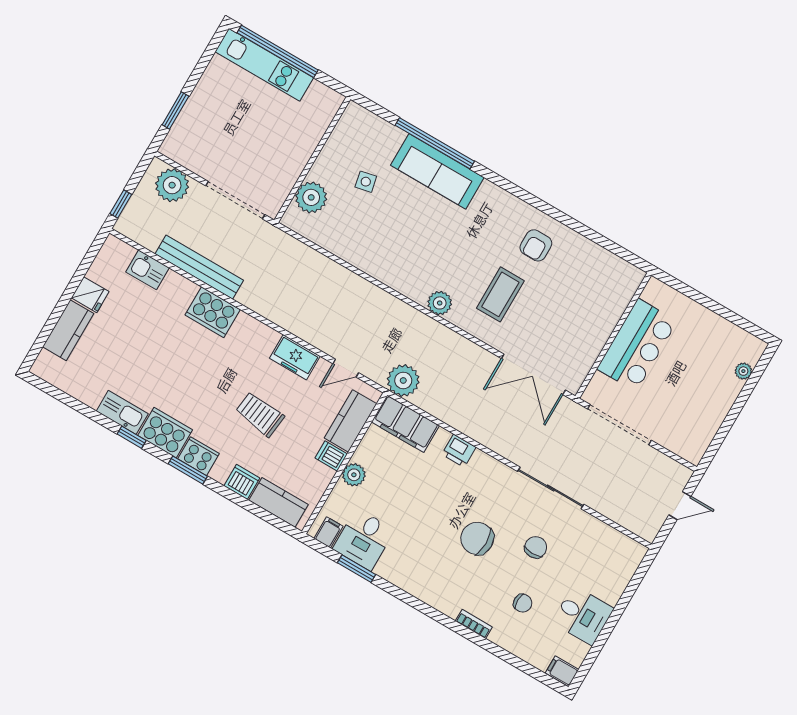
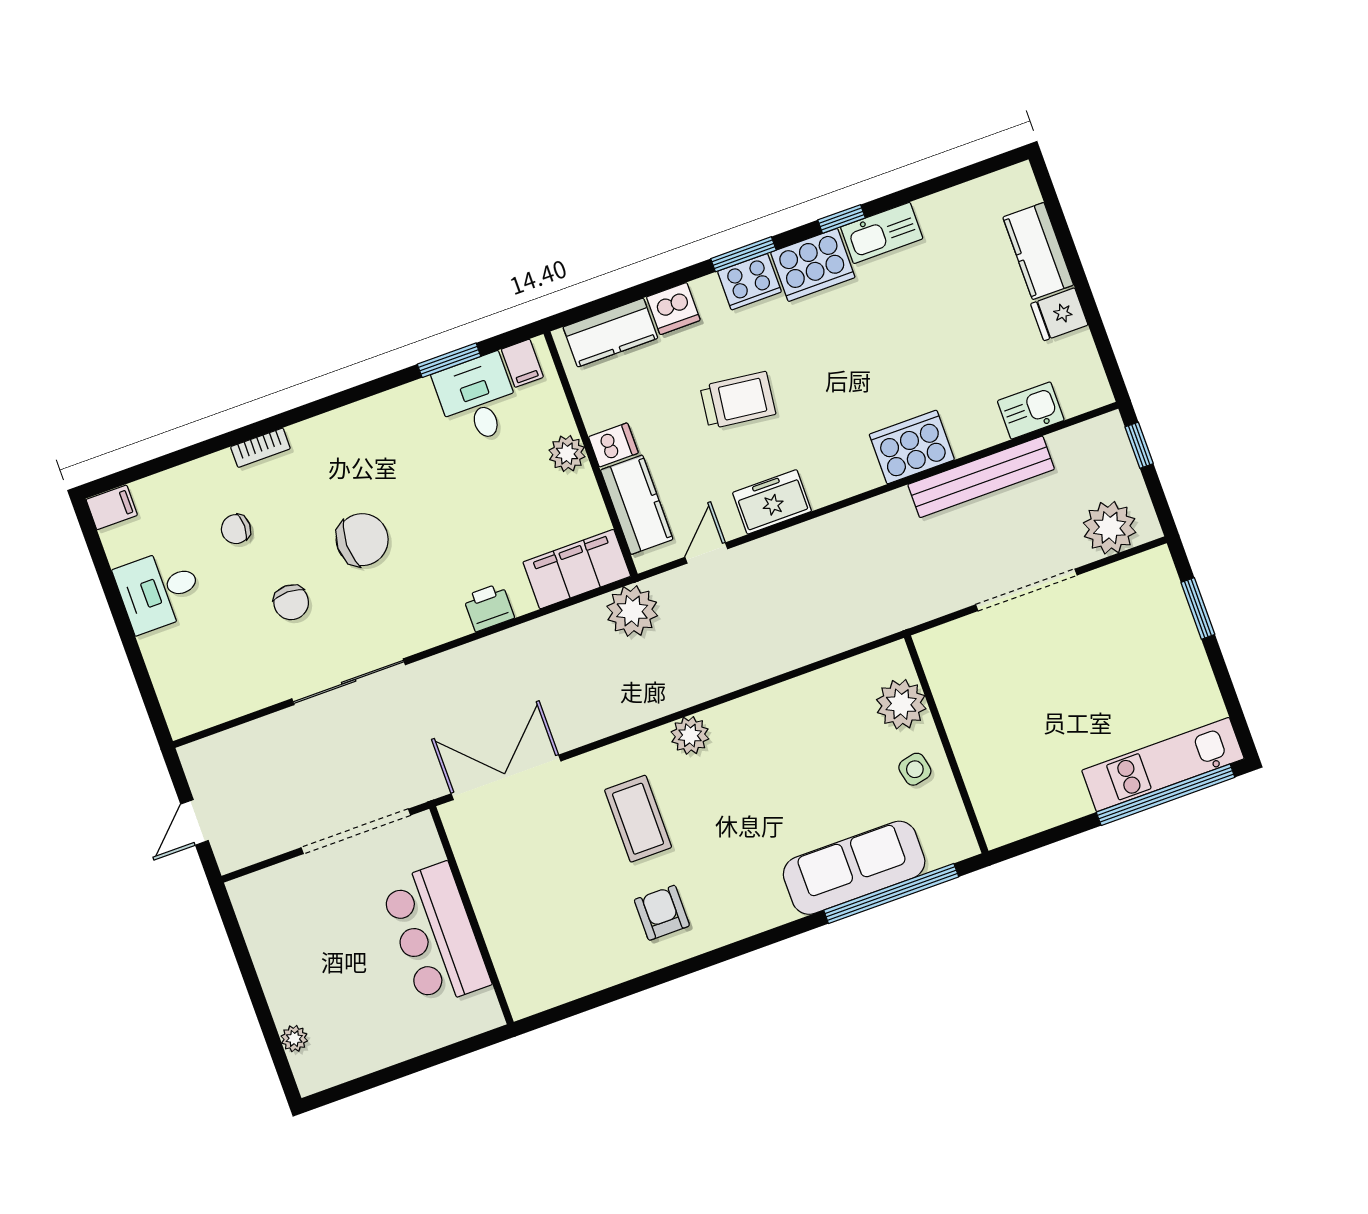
wall: (312, 160) -> (946, 744), moved
plant: (311, 197) -> (901, 704), moved

